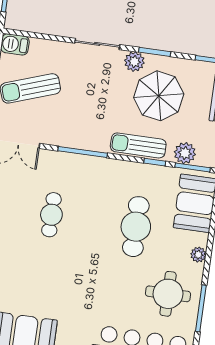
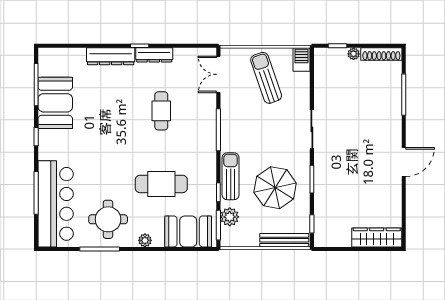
plant: (134, 62) -> (301, 163), removed
cafe table: (51, 215) -> (161, 111), turned 90

